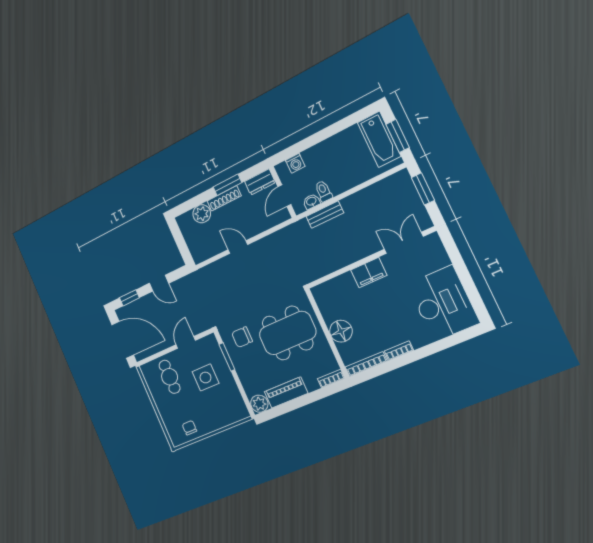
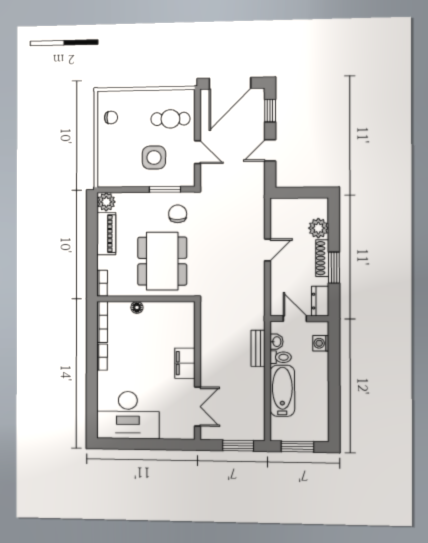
bathtub: (379, 139) -> (282, 391), moved, turned 90
floor lamp: (341, 331) -> (137, 307), width x0.53, depth x0.53

